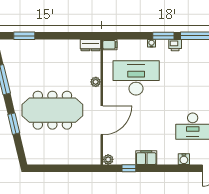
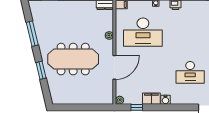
desk: (136, 78) -> (143, 32), turned 180
water cooler: (184, 159) -> (165, 100), moved

